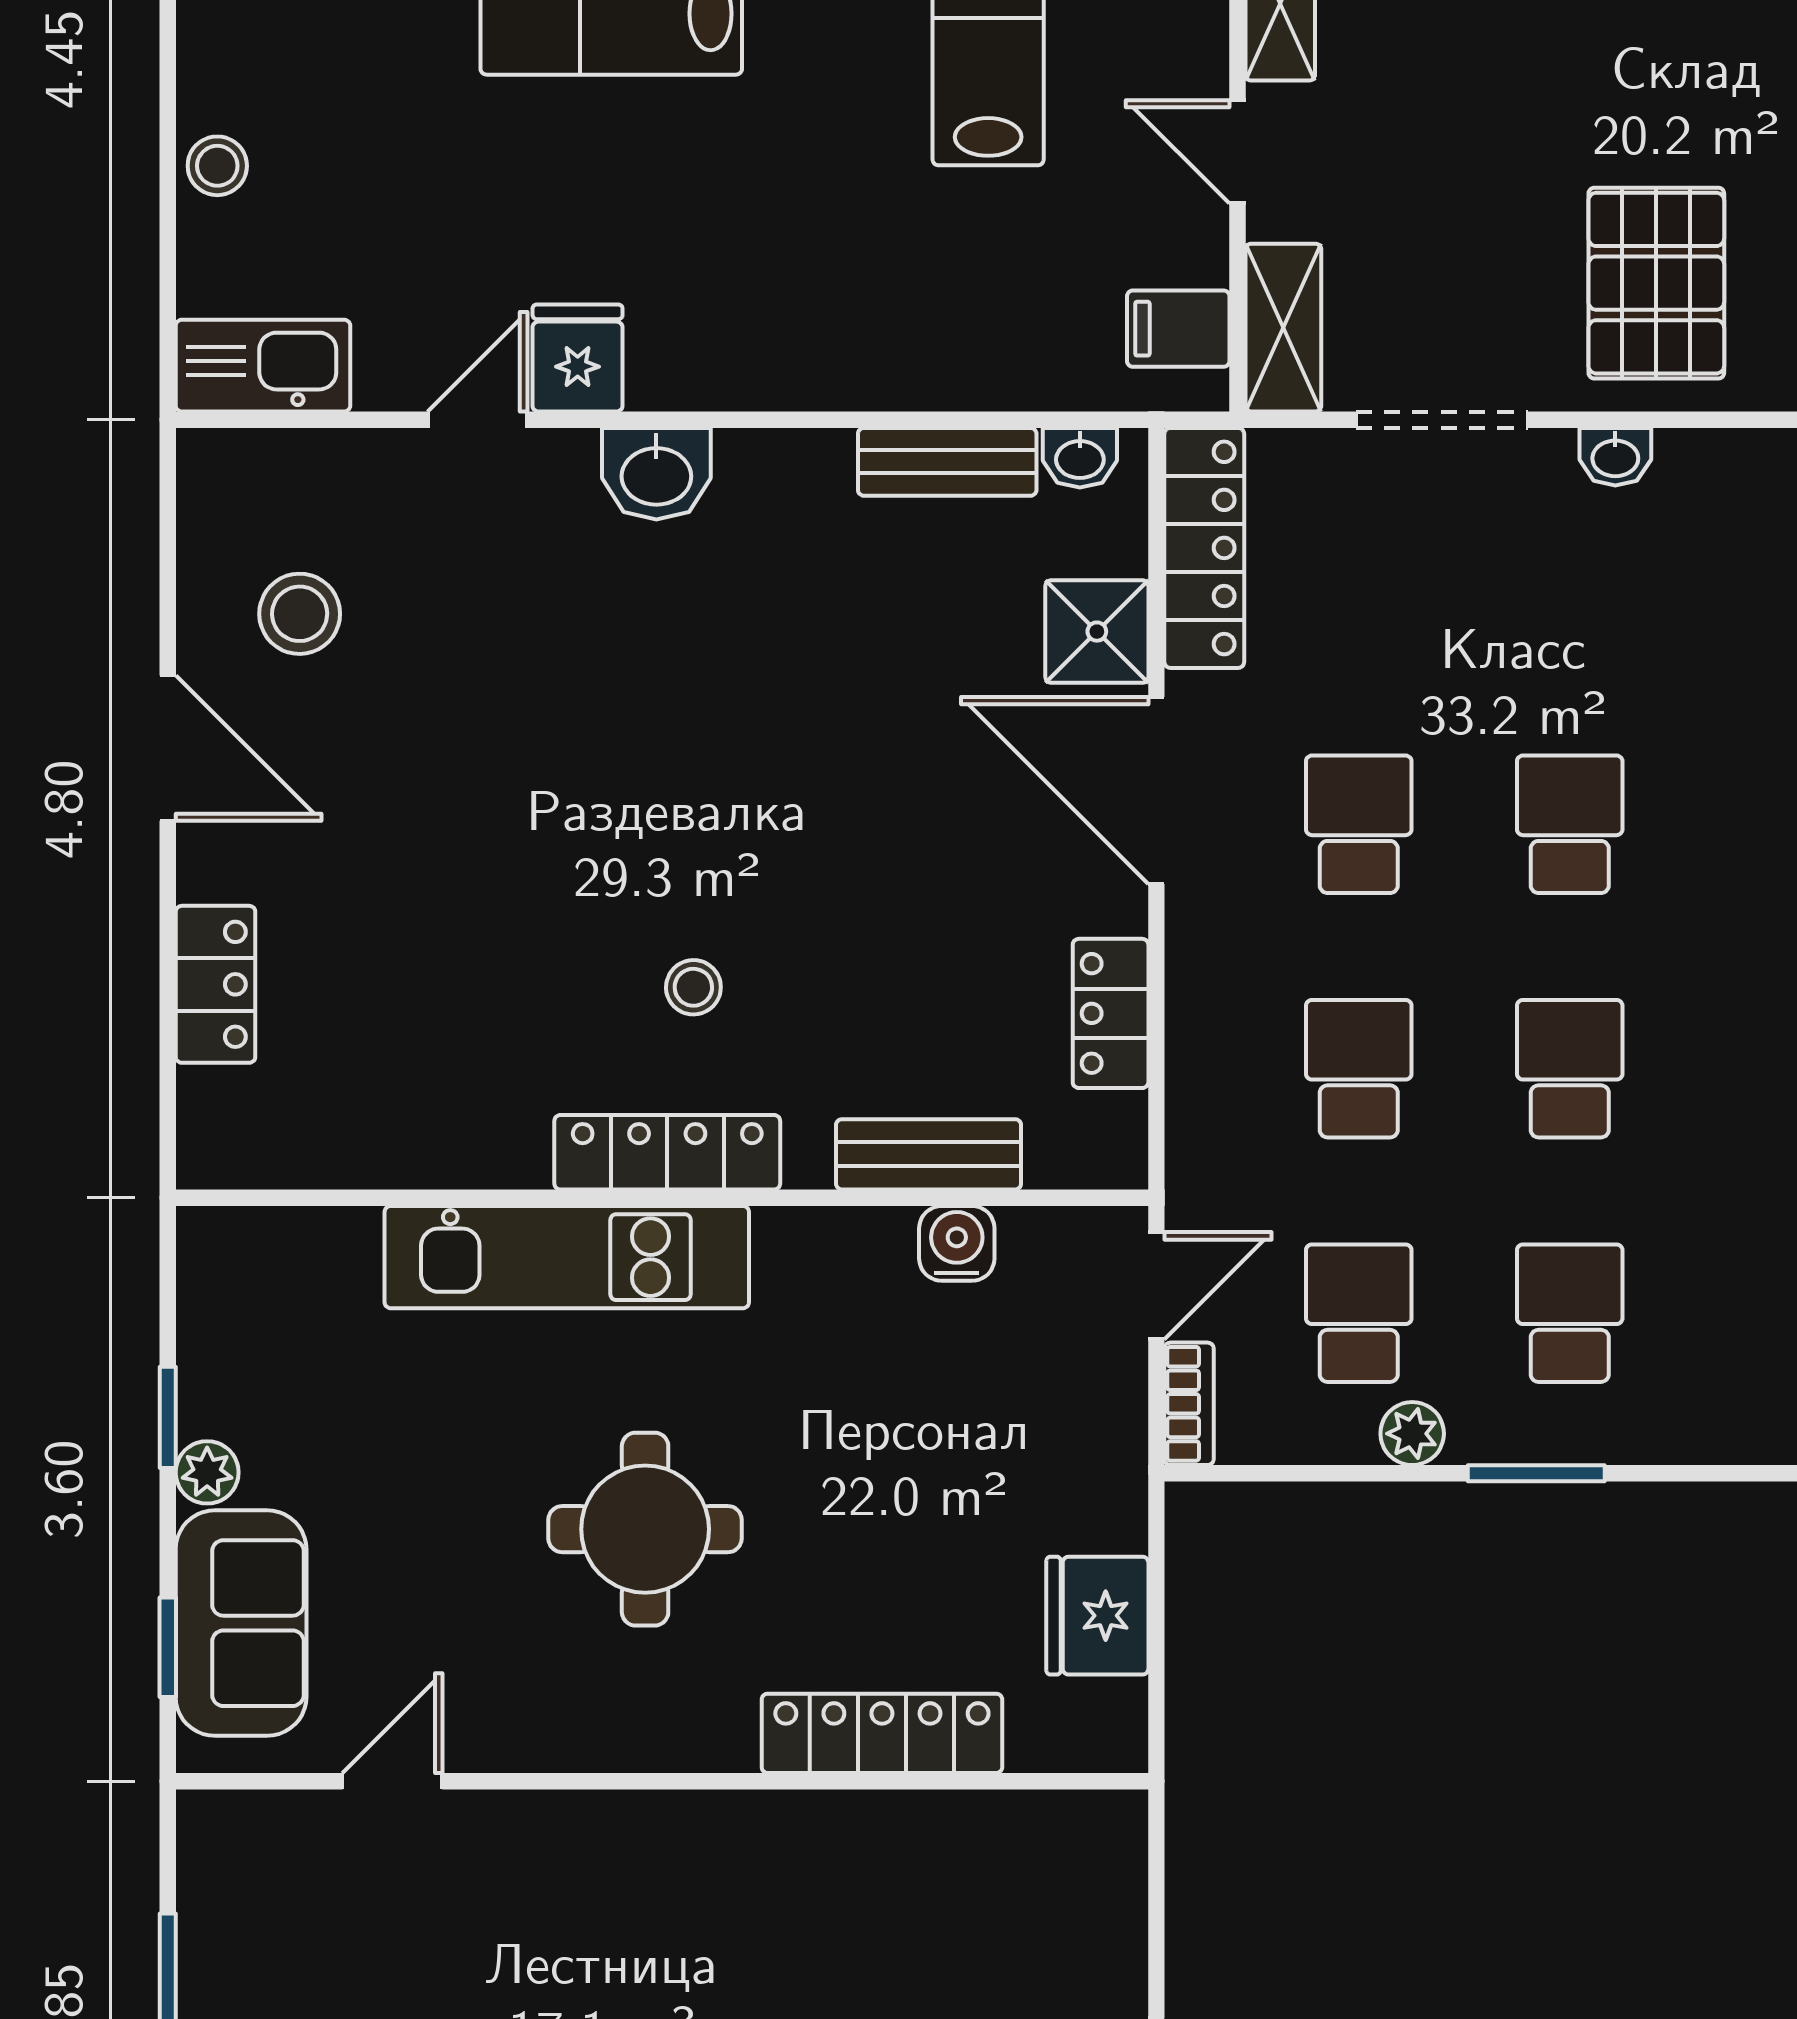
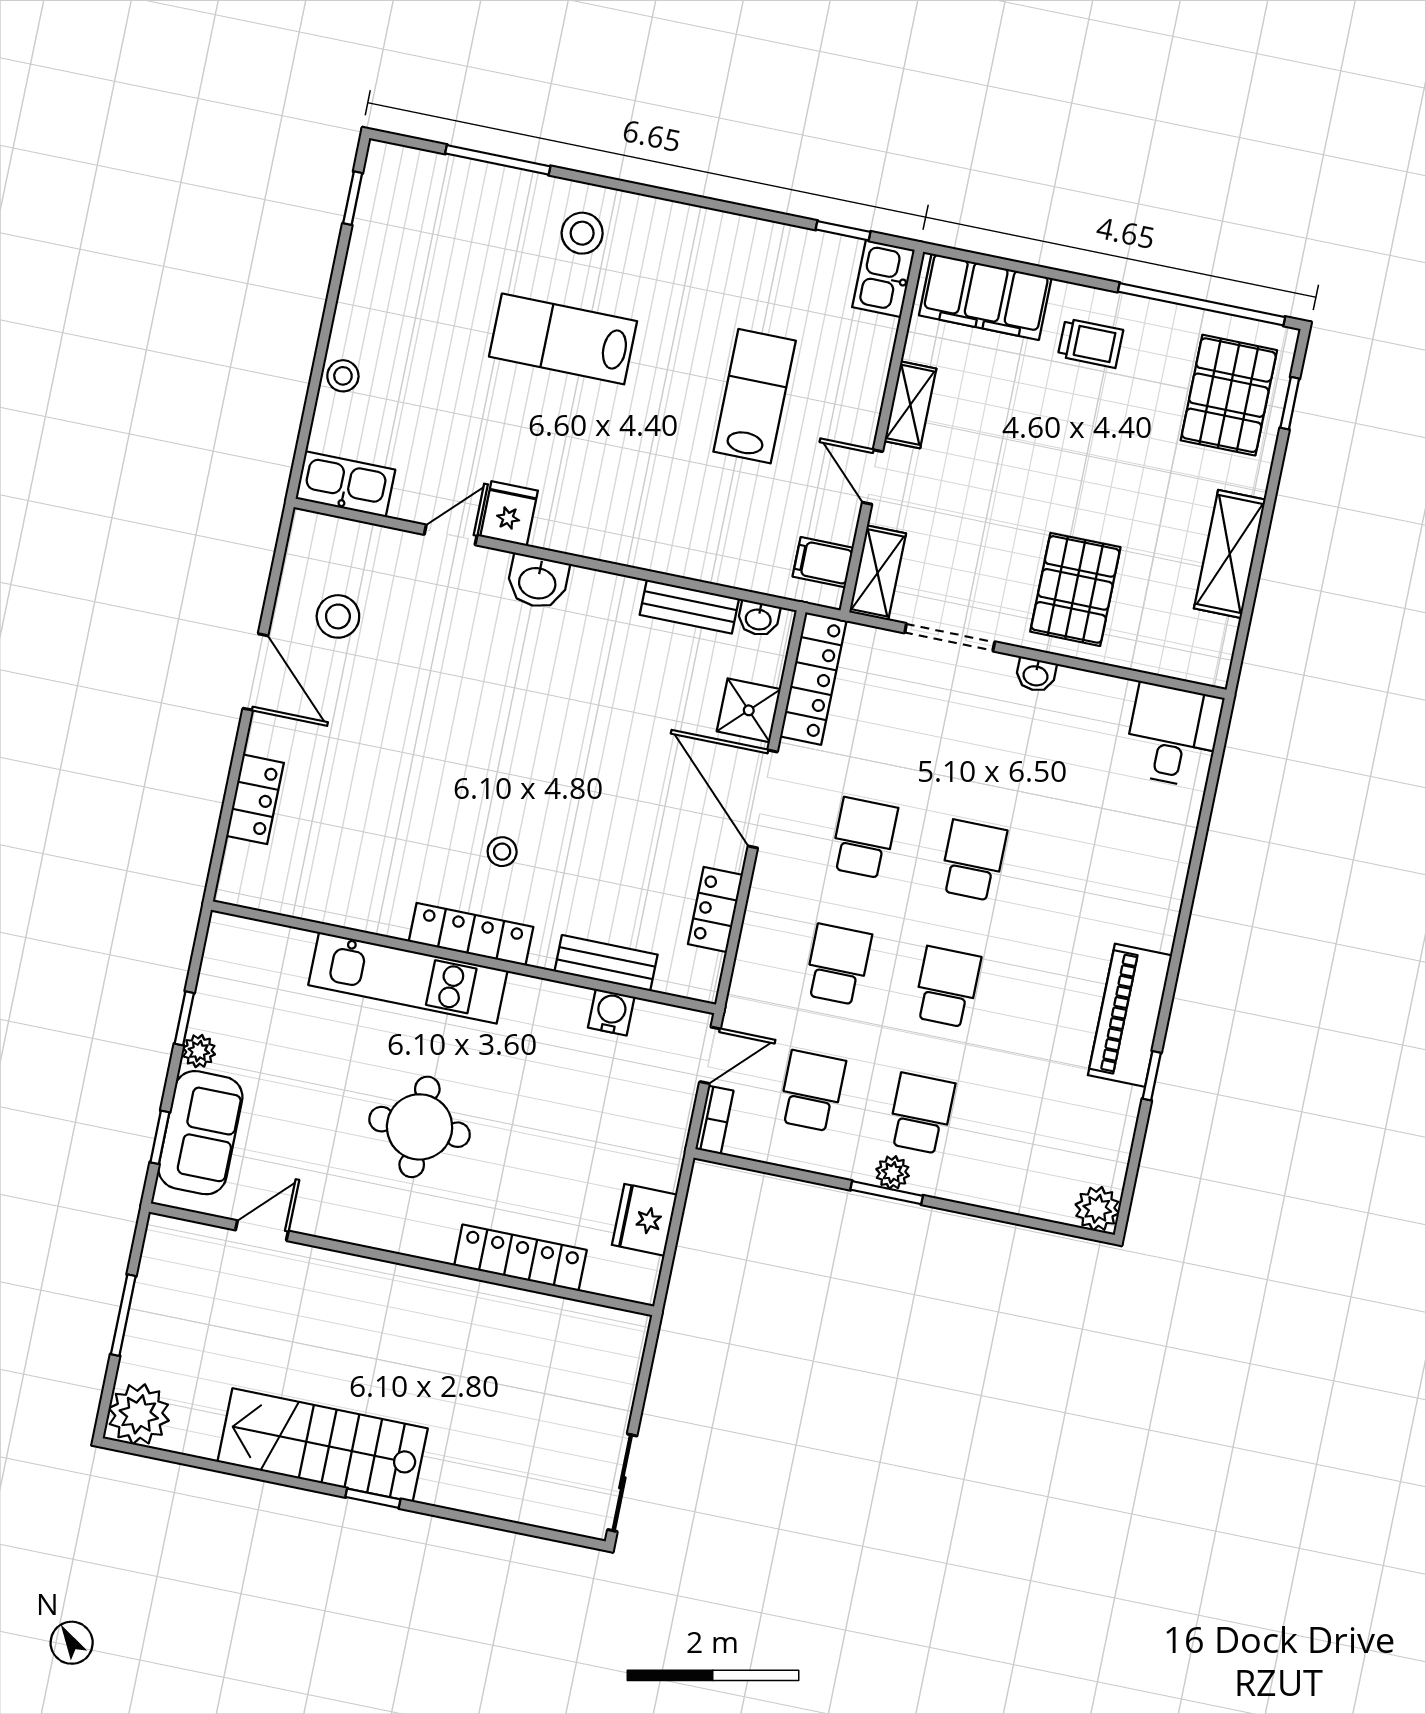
plant: (1412, 1434) -> (893, 1172), moved

